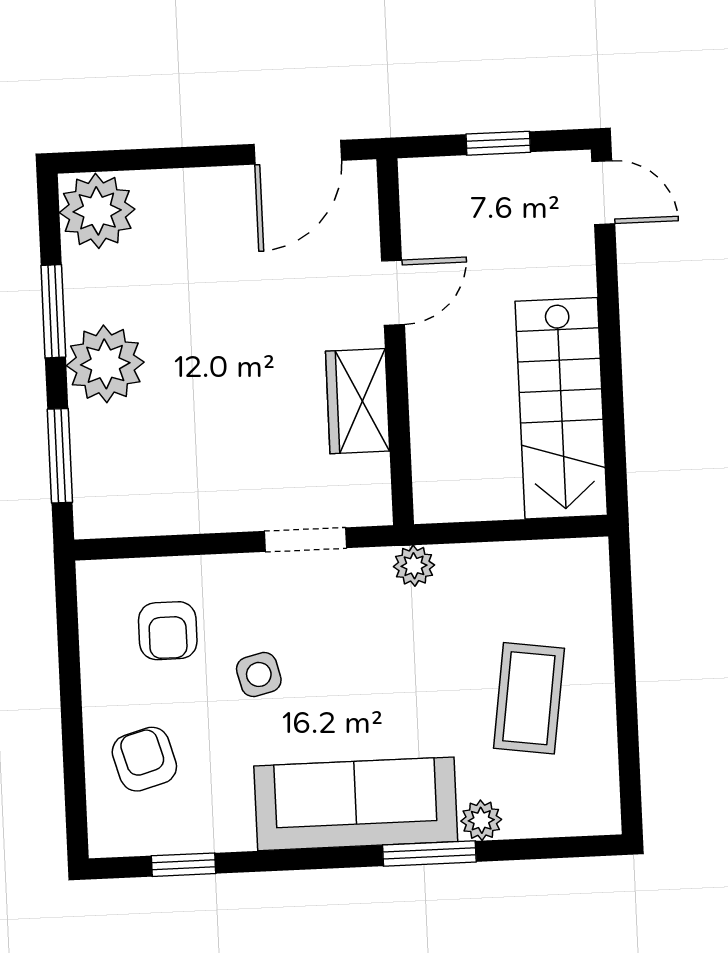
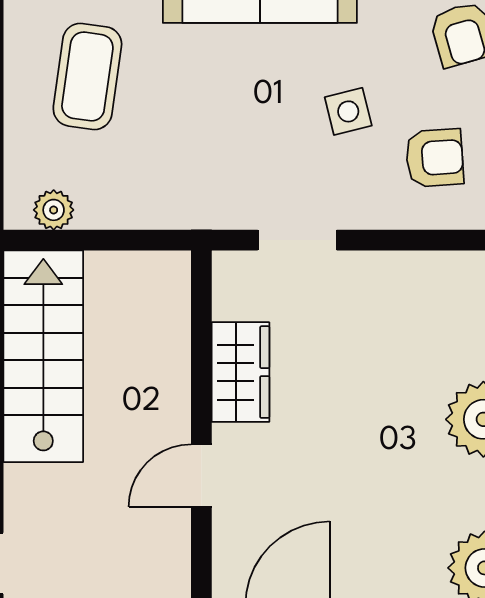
plant: (414, 566) -> (54, 210), moved
armchair: (168, 631) -> (435, 158), turned 86

